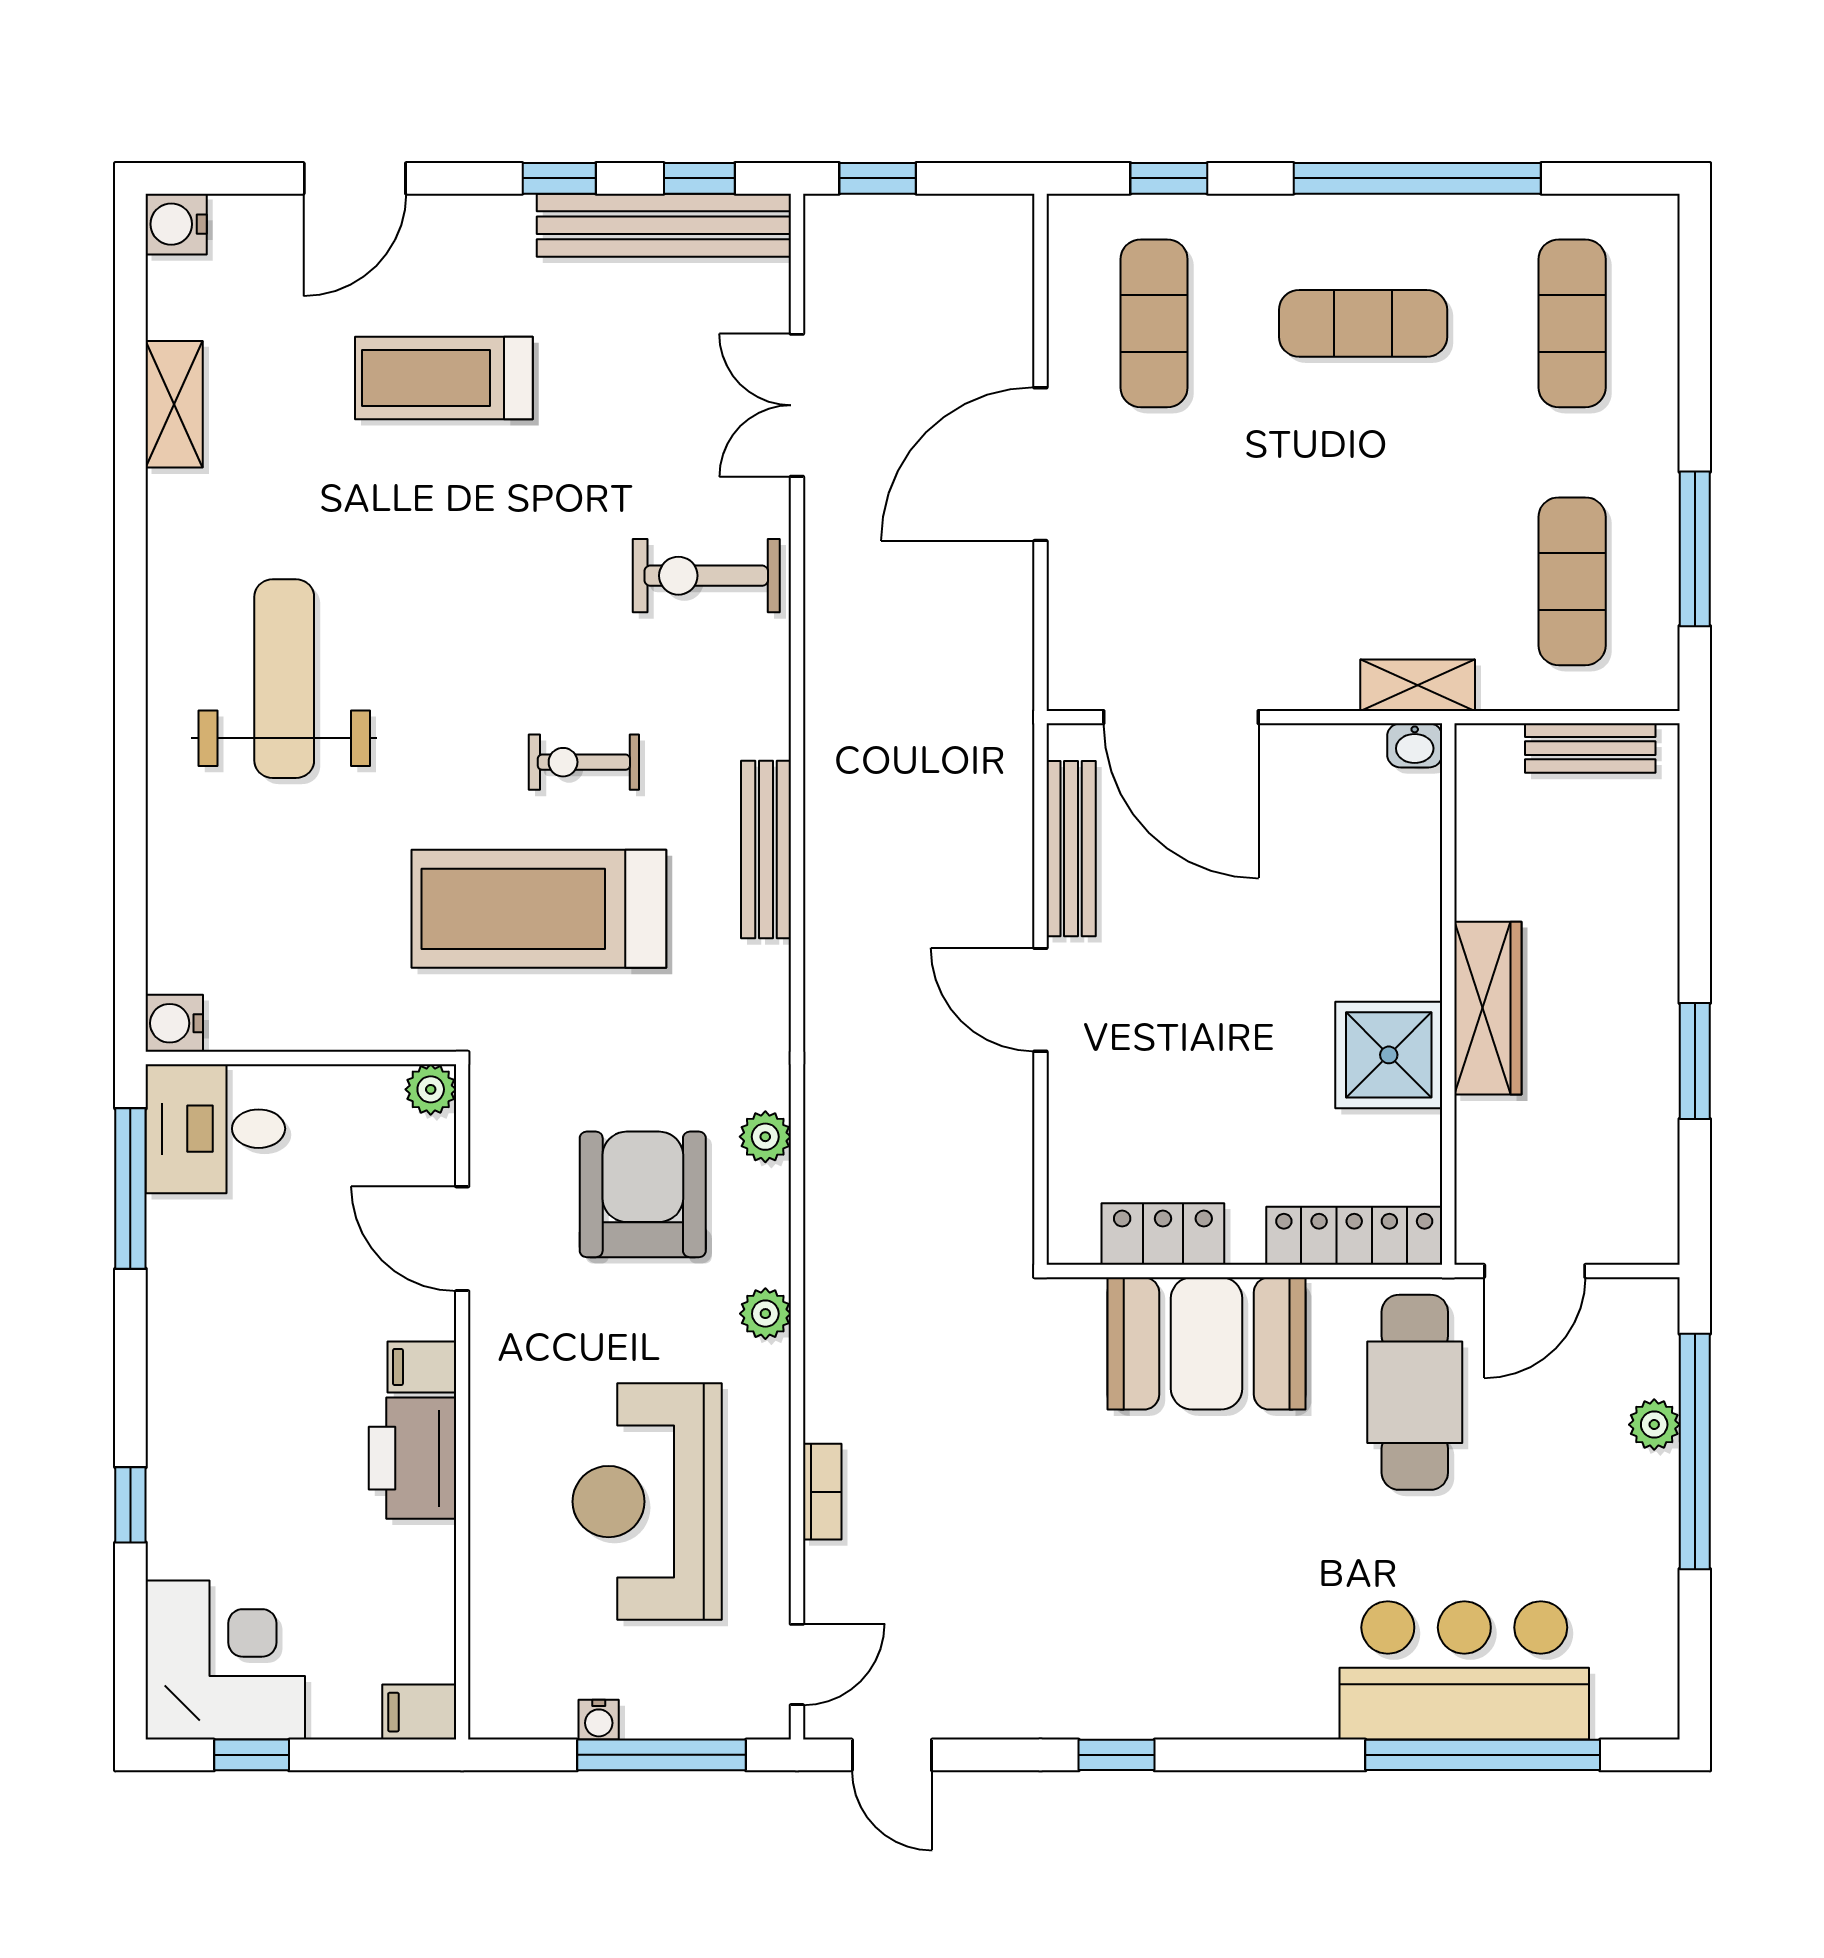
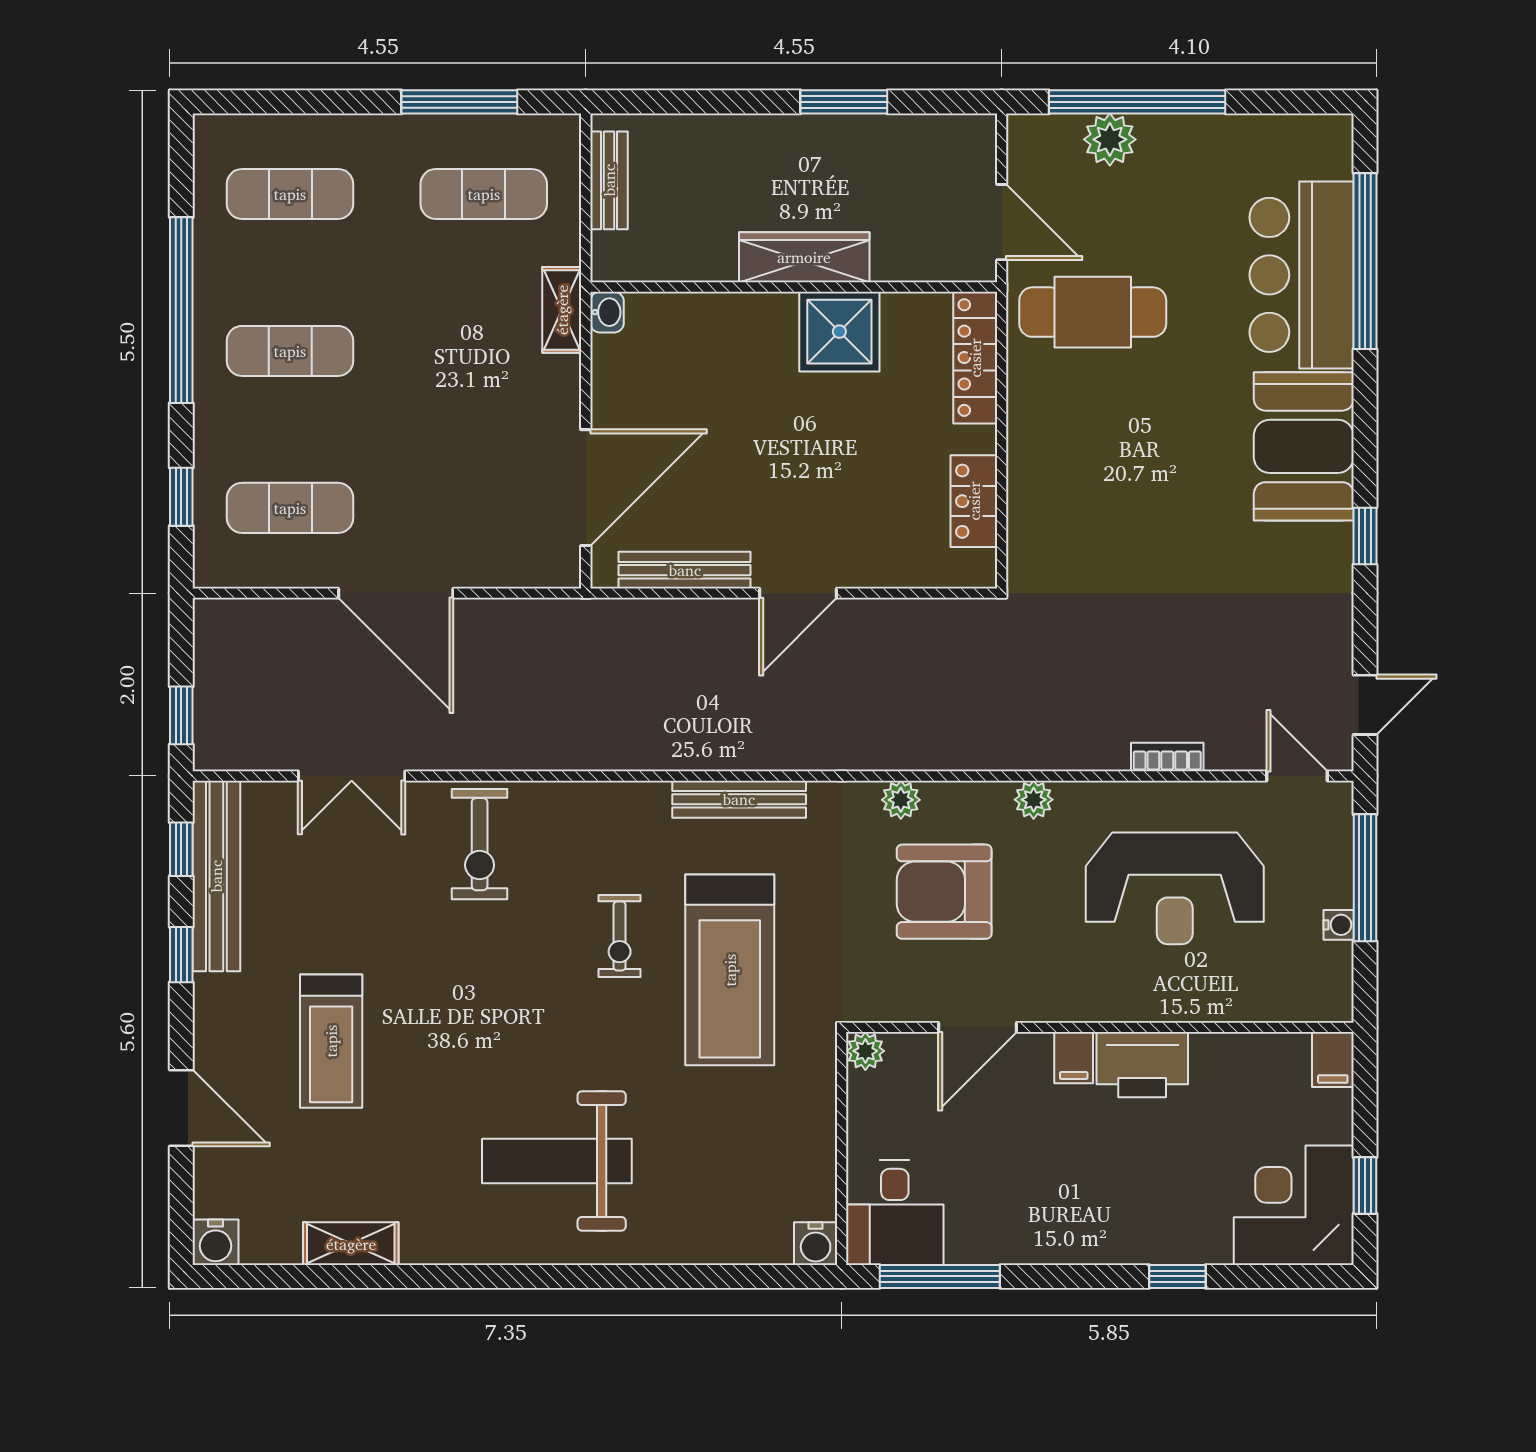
exercise mat: (1363, 323) -> (290, 351), turned 90
bench: (766, 850) -> (739, 799), moved
booth: (1207, 1343) -> (1304, 446), moved
plant: (1654, 1425) -> (1110, 139), width x1.38, depth x1.38

